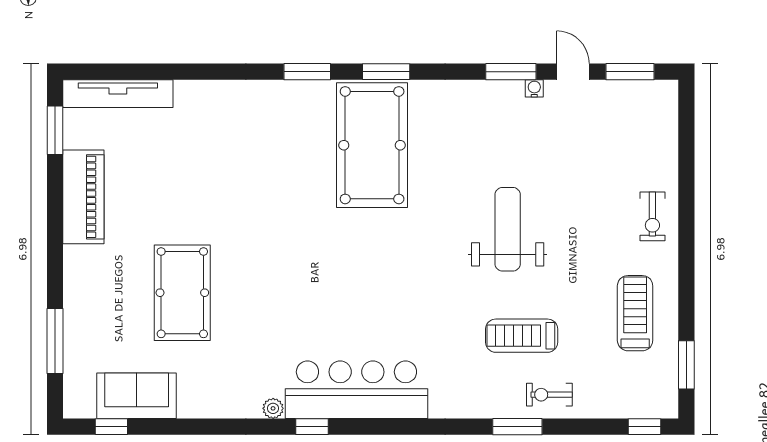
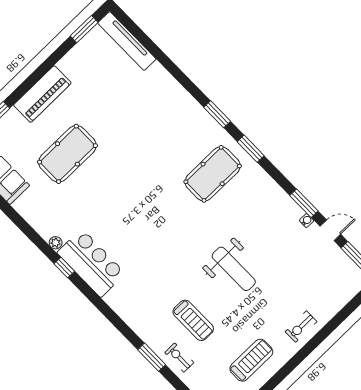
door: (573, 72) -> (330, 230), hinge flipped
pool table: (372, 145) -> (213, 174), width x0.73, depth x0.76
piano: (83, 197) -> (42, 94), moved
weight bench: (508, 229) -> (234, 269), turned 90
treadmill: (522, 336) -> (193, 320), turned 180
bar counter: (356, 390) -> (91, 263), width x0.73

